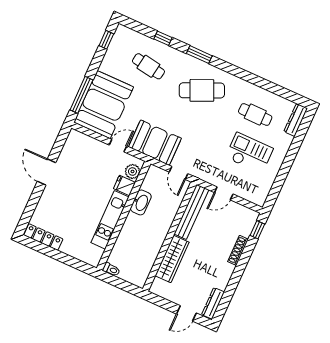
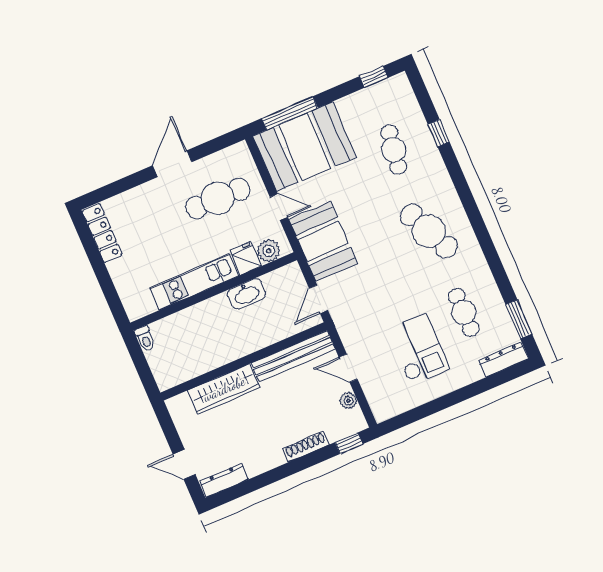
window: (199, 55) -> (519, 319), moved
cafe table: (84, 169) -> (218, 198), added
plant: (238, 209) -> (348, 401), added

